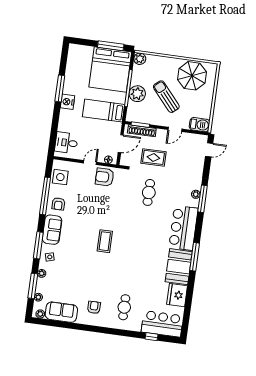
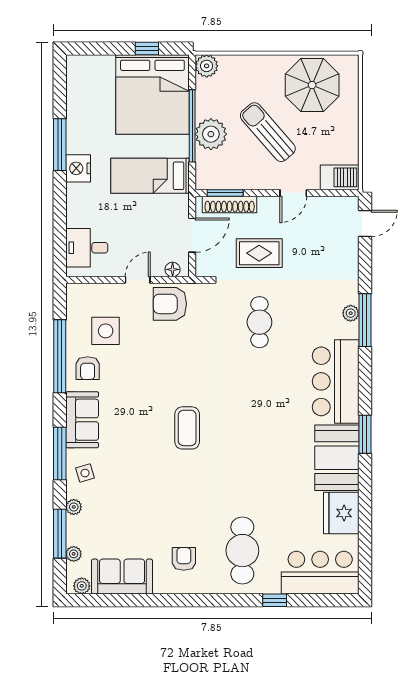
window: (111, 46) -> (147, 48), width x0.46
side table: (60, 177) -> (106, 331), moved
window: (195, 257) -> (365, 434), width x0.69
cafe table: (124, 307) -> (242, 551), width x1.37, depth x1.35
window: (151, 337) -> (275, 600), moved

